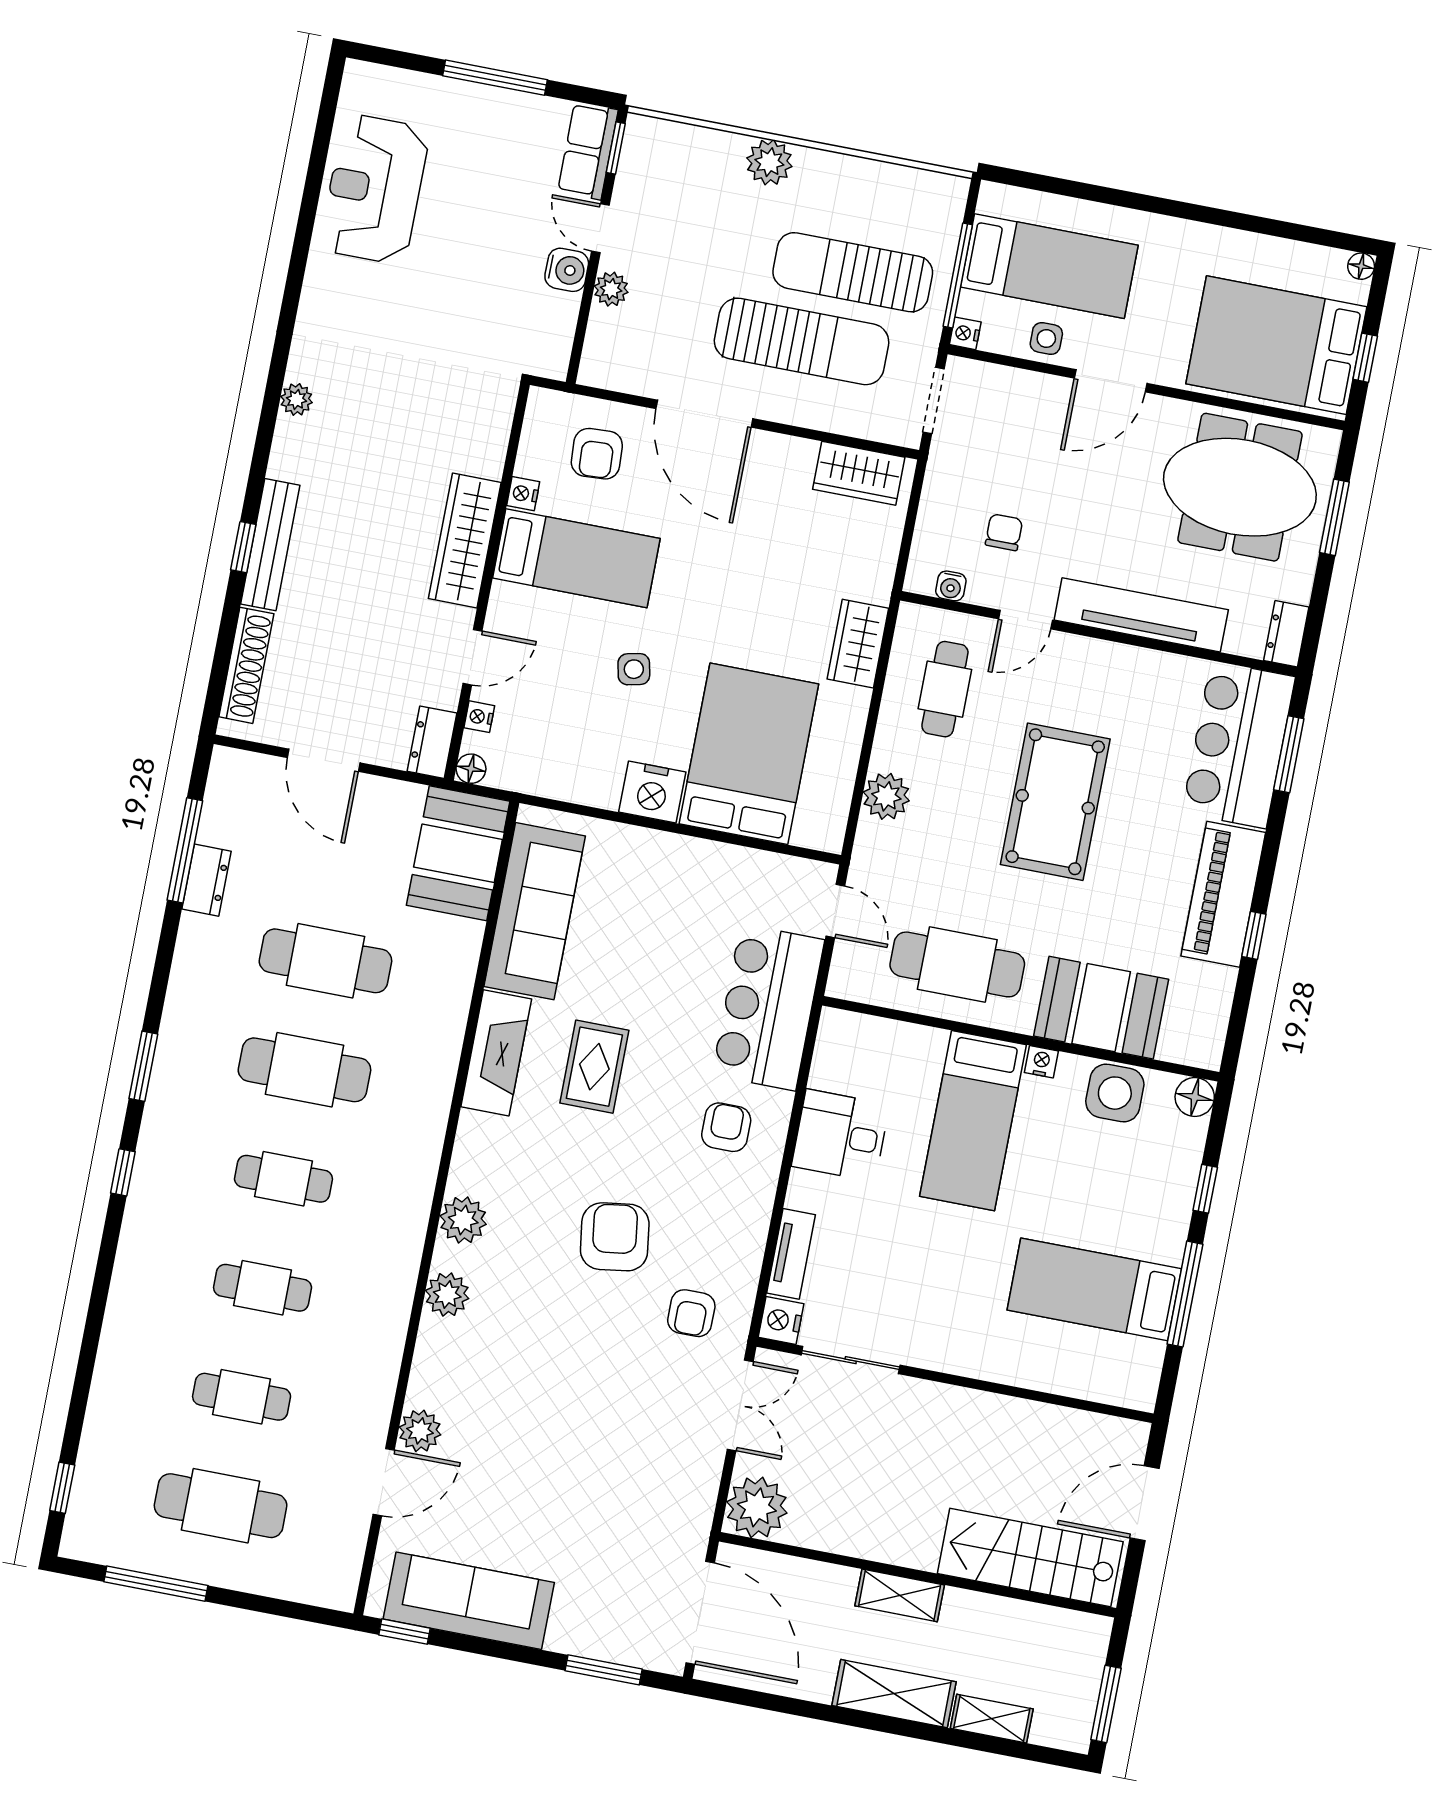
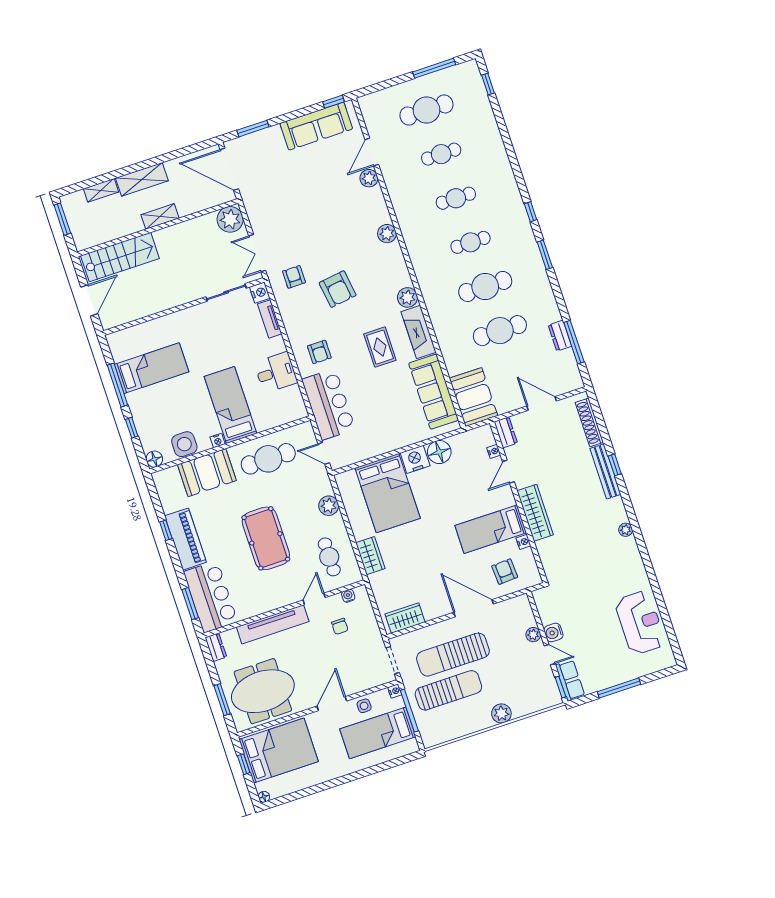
side table: (634, 669) -> (447, 500), removed
floor lamp: (471, 769) -> (439, 452), moved, width x1.89, depth x1.89
plant: (463, 1220) -> (408, 297), moved

